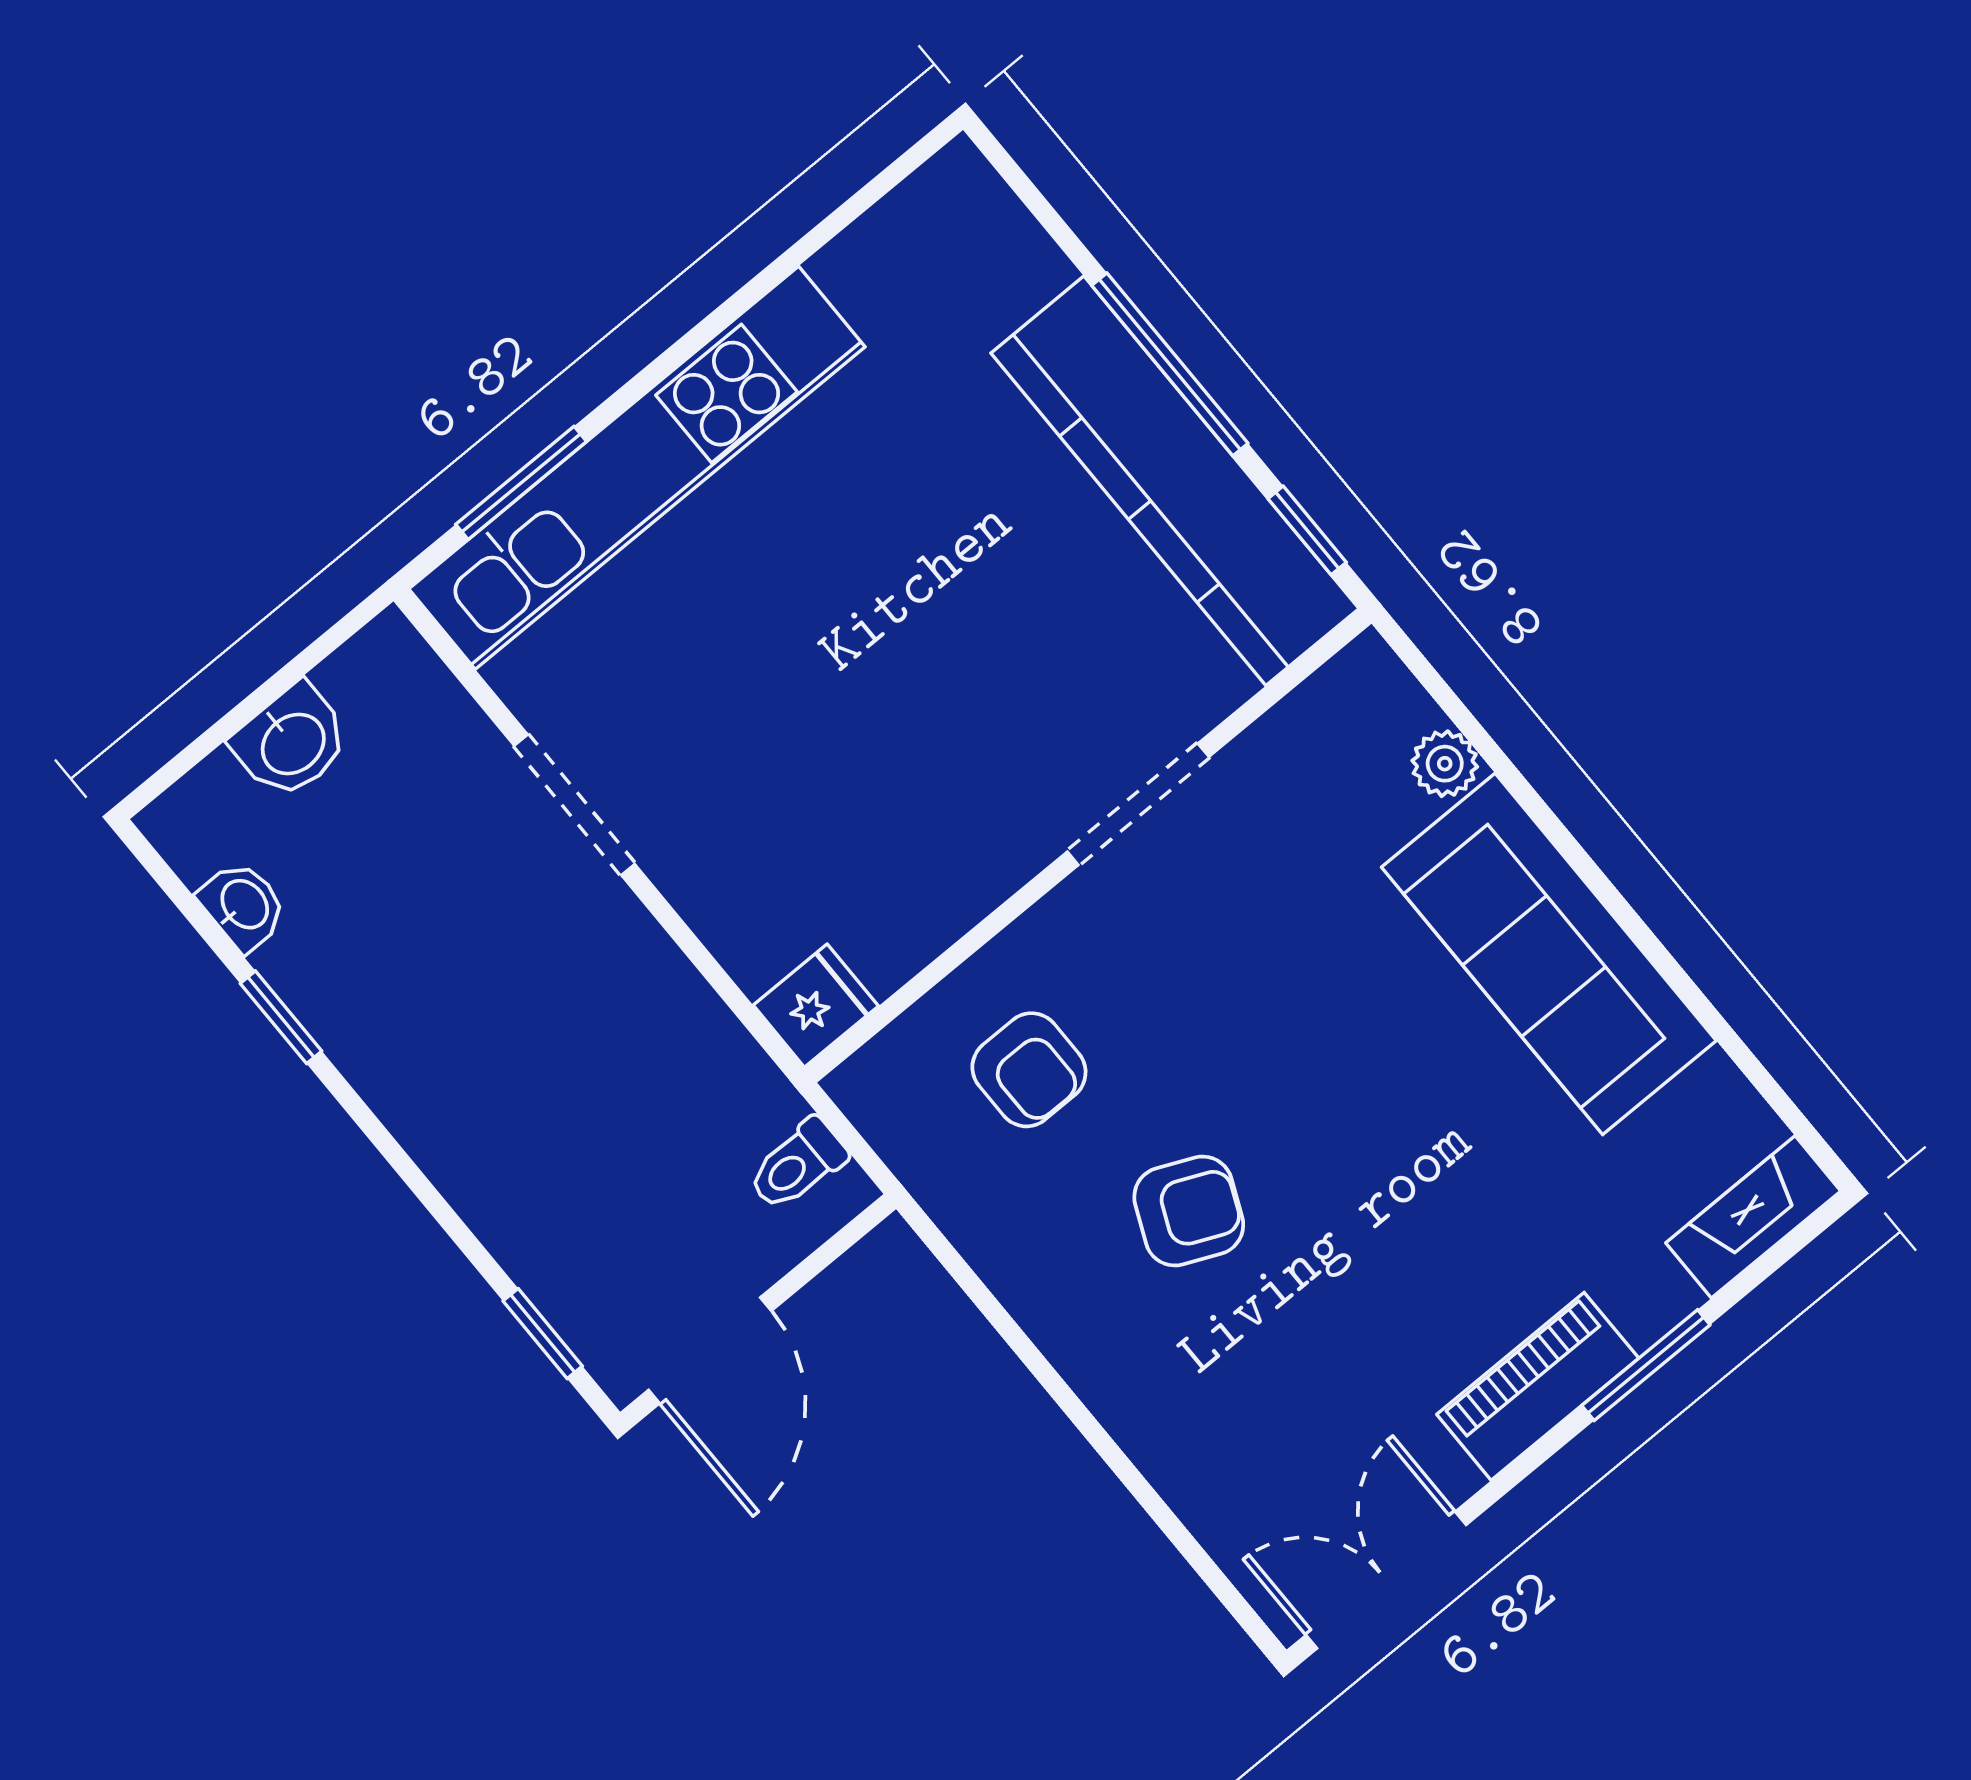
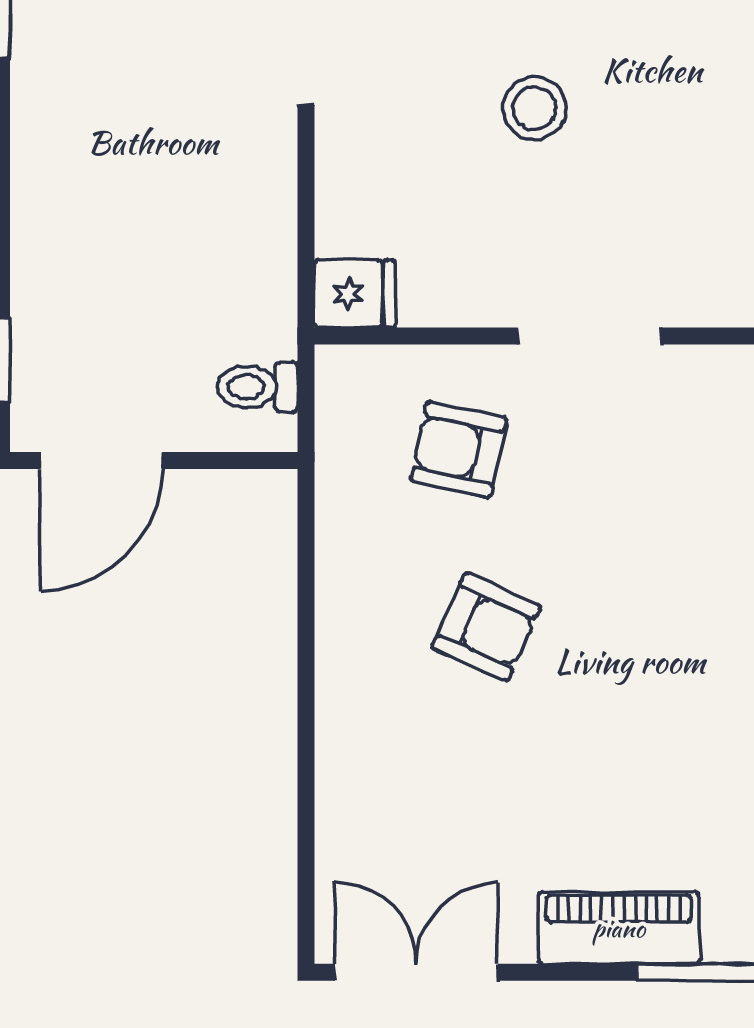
stool: (840, 700) -> (534, 108), added
doorway: (1138, 804) -> (589, 336), moved
armchair: (1029, 1070) -> (459, 450), turned 102

